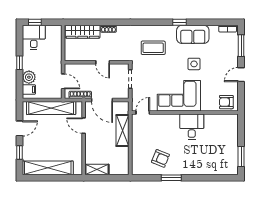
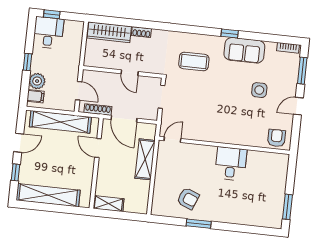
side table: (194, 64) -> (259, 90), moved
corner sofa: (179, 96) -> (219, 124), removed
armchair: (226, 102) -> (277, 138), turned 90

